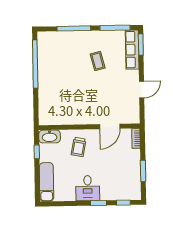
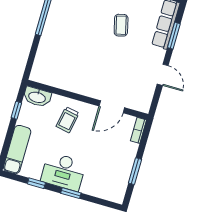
window: (141, 45) -> (174, 36), moved
door: (142, 90) -> (163, 75), hinge flipped
desk: (88, 188) -> (63, 172), width x1.37
window: (123, 203) -> (36, 183), moved

